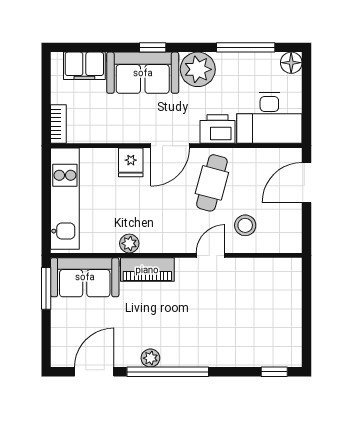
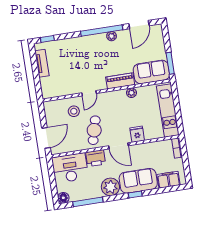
door: (170, 146) -> (118, 146), swing flipped
tv unit: (292, 327) -> (42, 63), added

